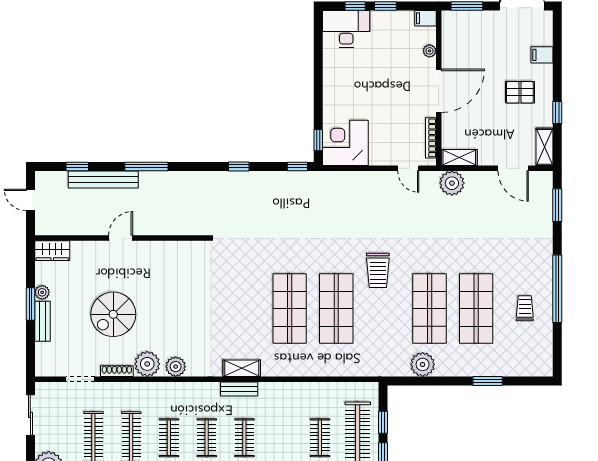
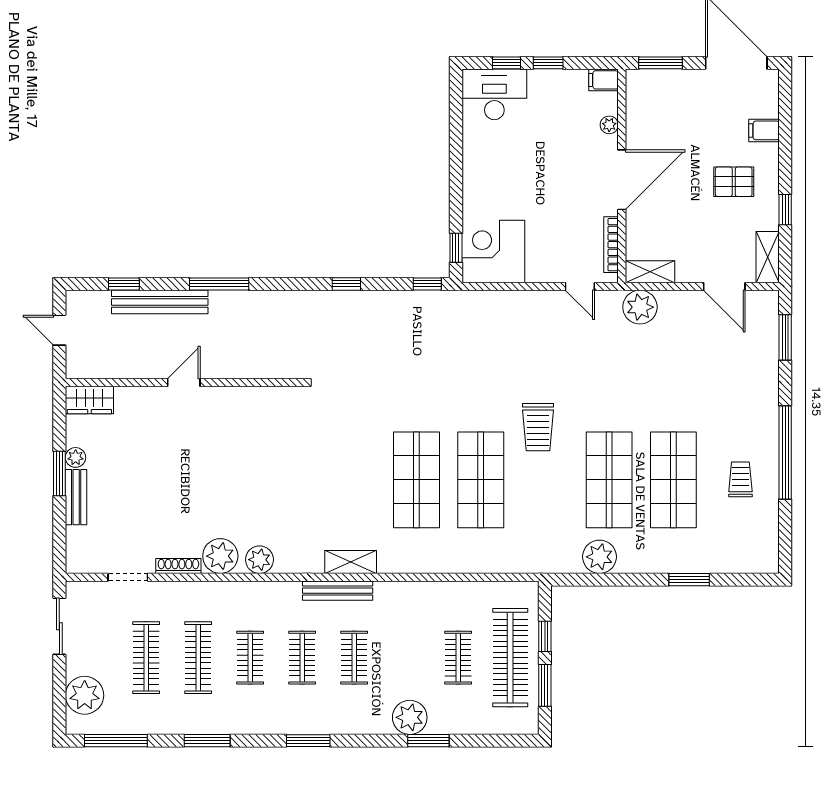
spiral stairs: (113, 314) -> (174, 488), removed
bench: (239, 389) -> (338, 591), width x1.36

